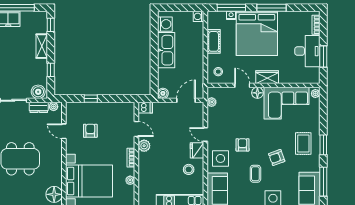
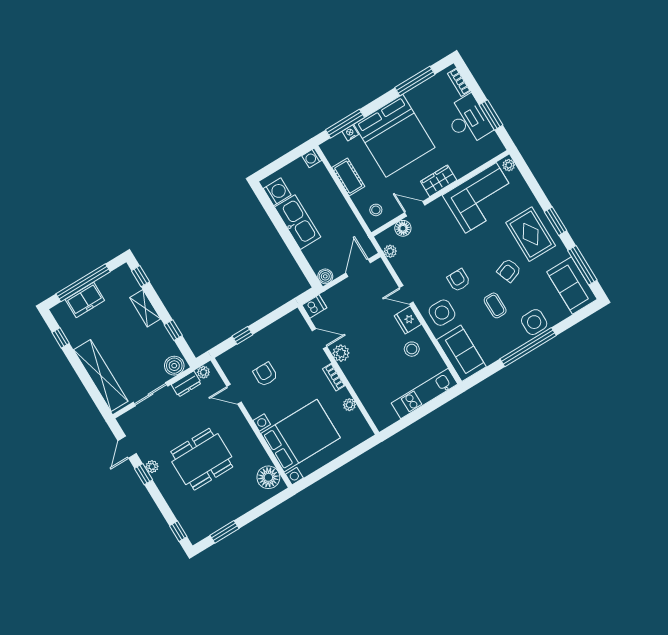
window: (272, 8) -> (415, 81), moved
floor lamp: (257, 93) -> (403, 228), moved
rug: (303, 144) -> (531, 234), width x1.36, depth x1.43

